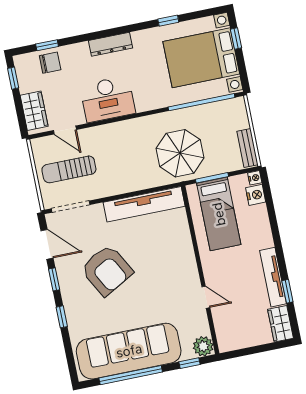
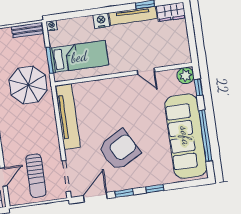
nightstand: (256, 195) -> (101, 21), moved
door: (206, 297) -> (146, 71), swing flipped

